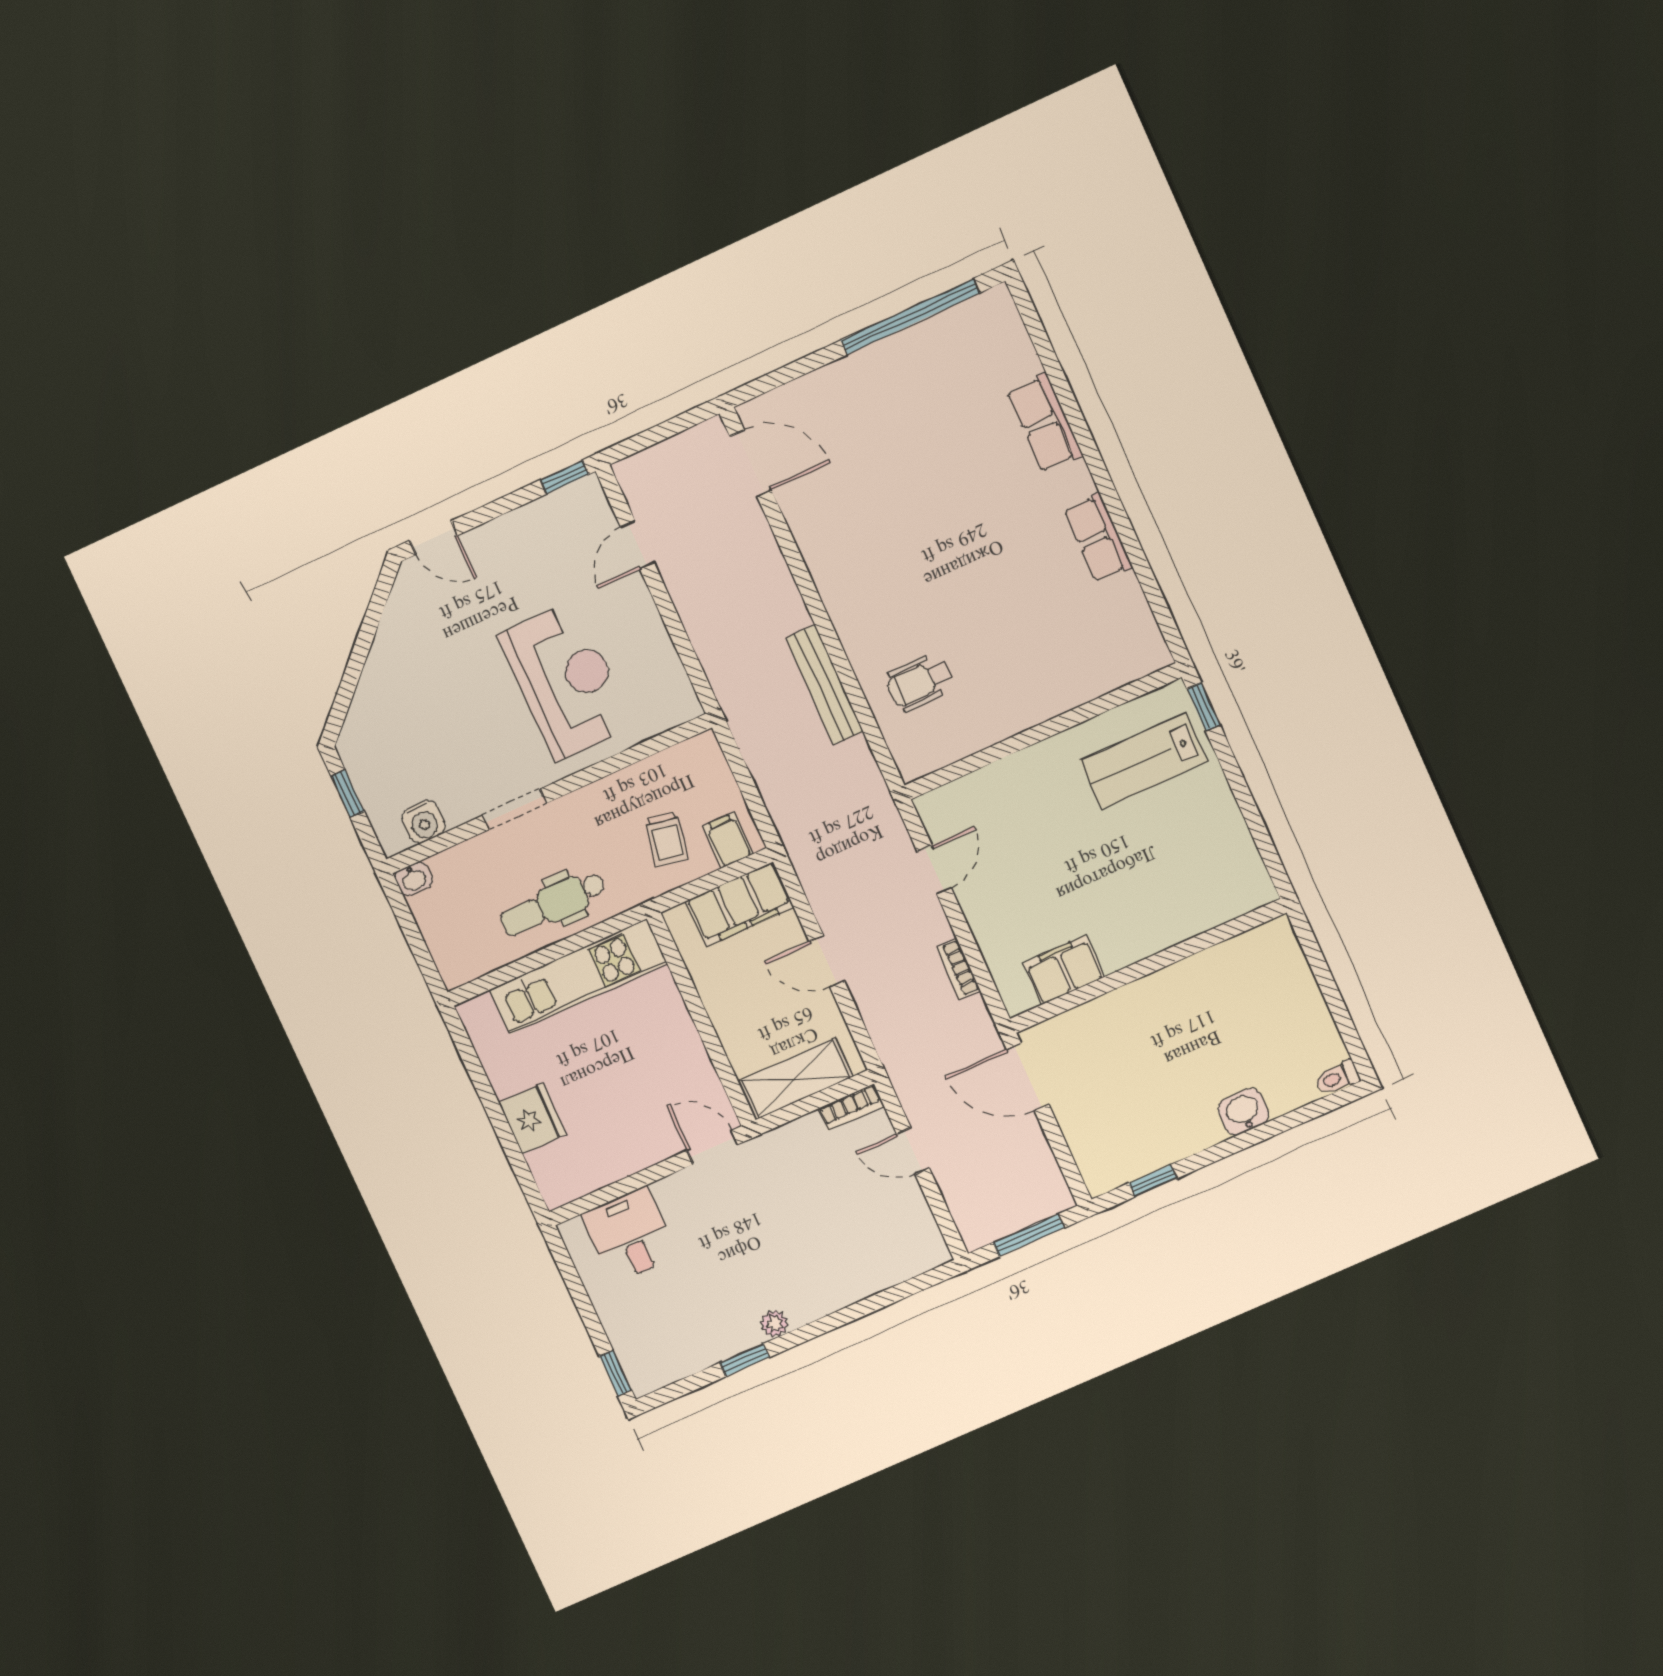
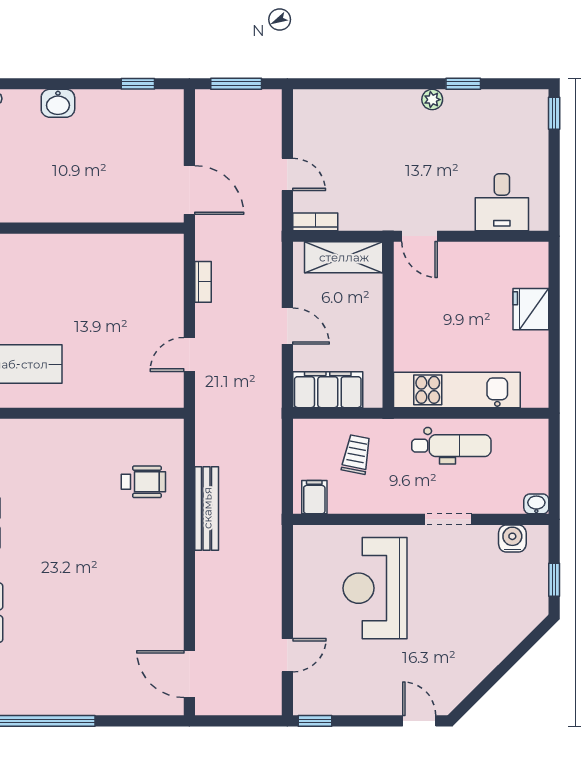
filing cabinet: (728, 840) -> (314, 497), moved, turned 180
filing cabinet: (1064, 970) -> (134, 250), removed

